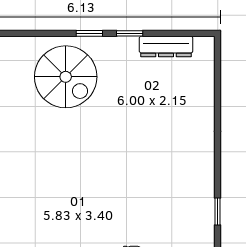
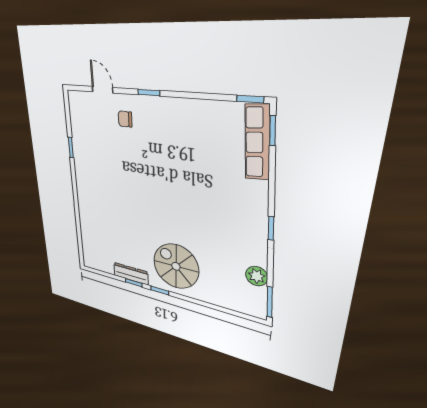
dresser: (166, 46) -> (131, 274), moved

